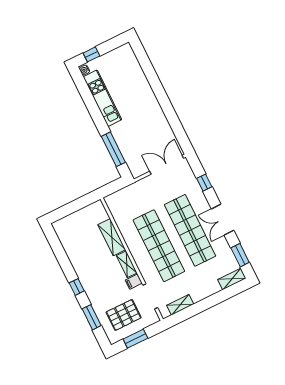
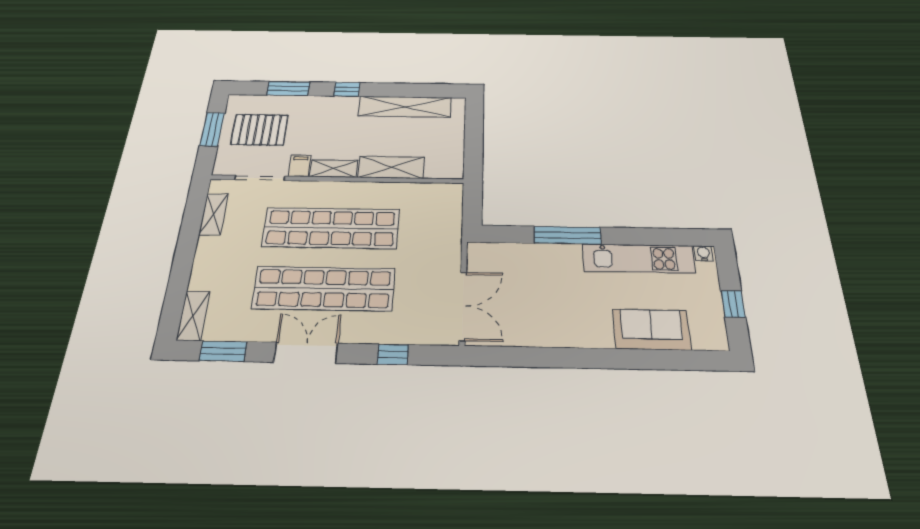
window: (91, 54) -> (733, 304), moved
sofa: (136, 78) -> (652, 329), added
window: (113, 149) -> (567, 235), moved
shelving: (72, 251) -> (405, 107), added
pallet: (124, 315) -> (260, 130), turned 90

